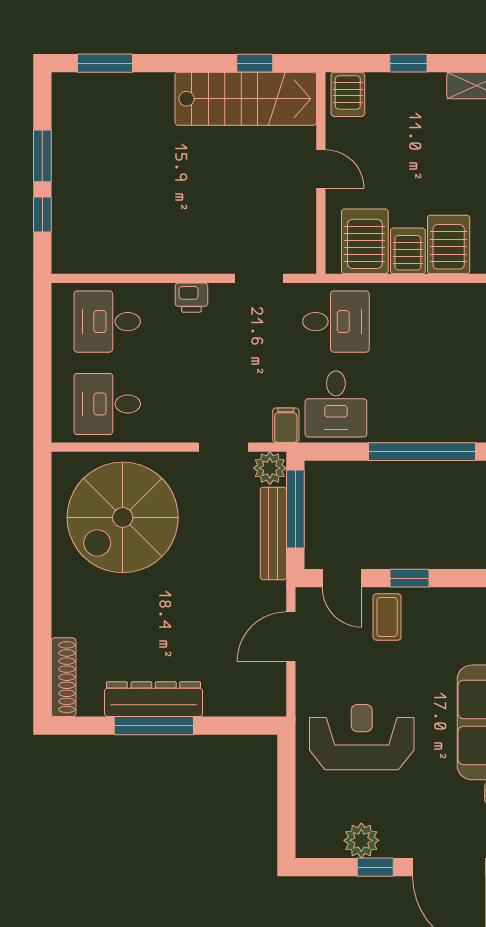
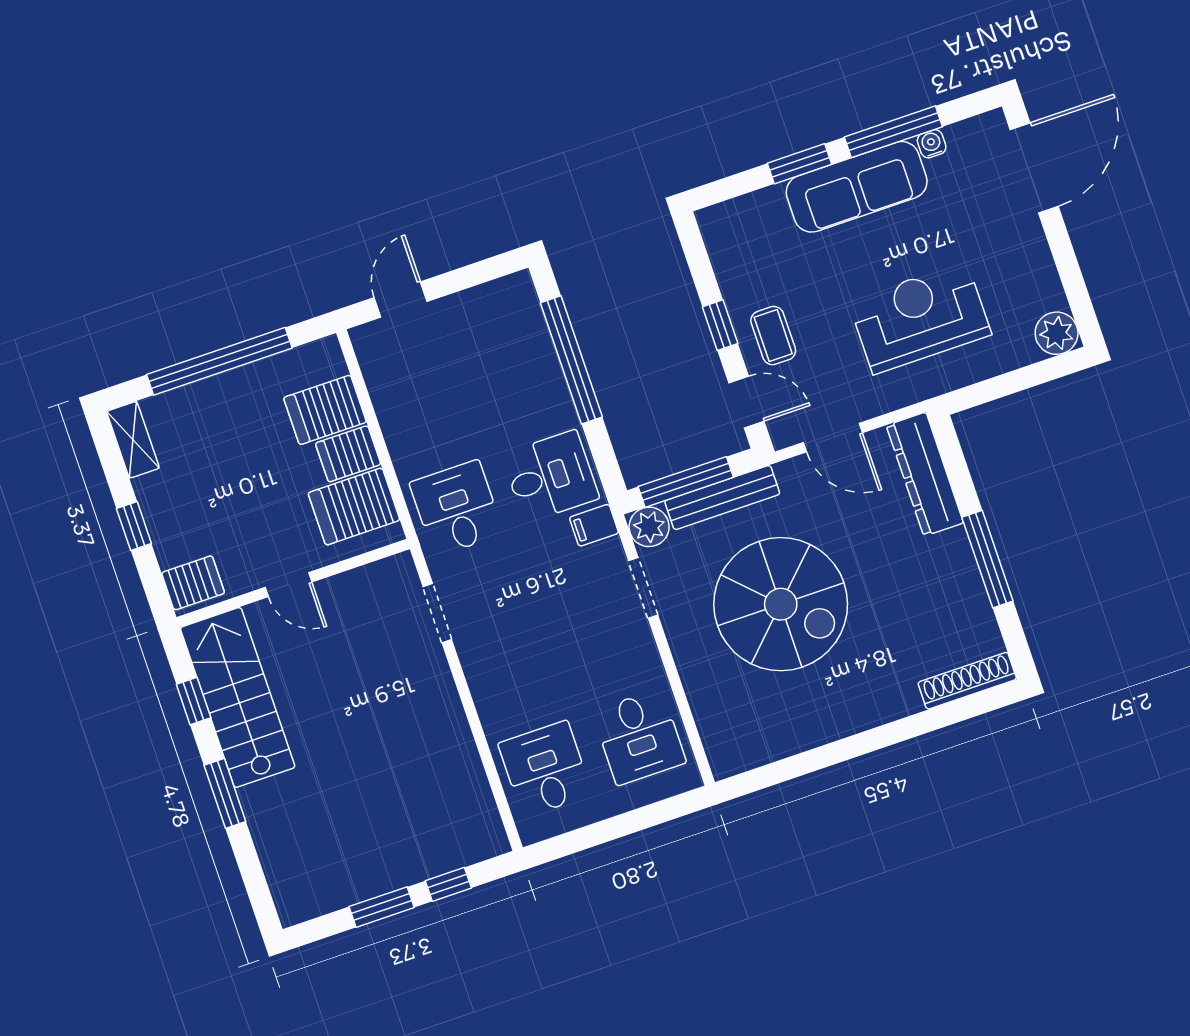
window: (105, 63) -> (225, 793), moved
door: (321, 169) -> (288, 585), swing flipped
printer: (191, 298) -> (485, 682), removed
desk: (107, 322) -> (545, 769), turned 180
spiral stairs: (123, 517) -> (781, 604), moved
door: (342, 578) -> (746, 402), hinge flipped
coffee table: (387, 617) -> (773, 336), turned 90
dresser: (154, 699) -> (925, 474), moved
reception desk: (362, 737) -> (920, 318), turned 90
plant: (361, 840) -> (1057, 333), moved
window: (375, 867) -> (1063, 252), removed

